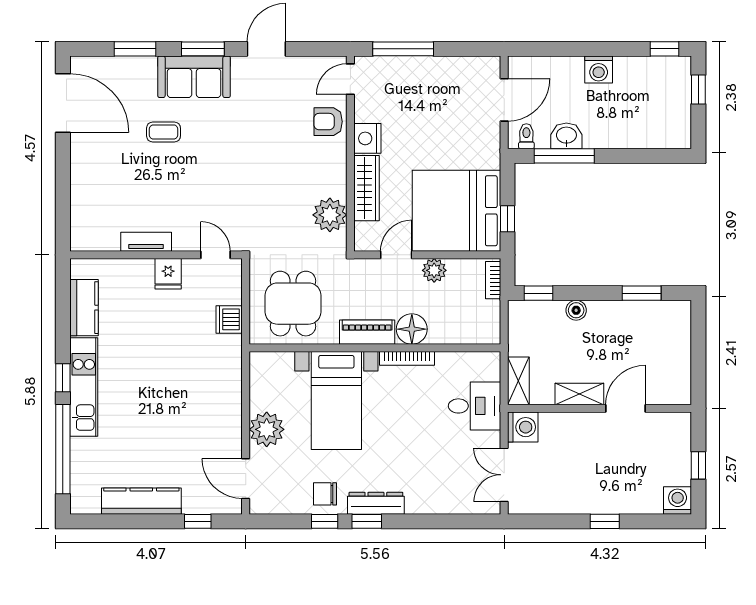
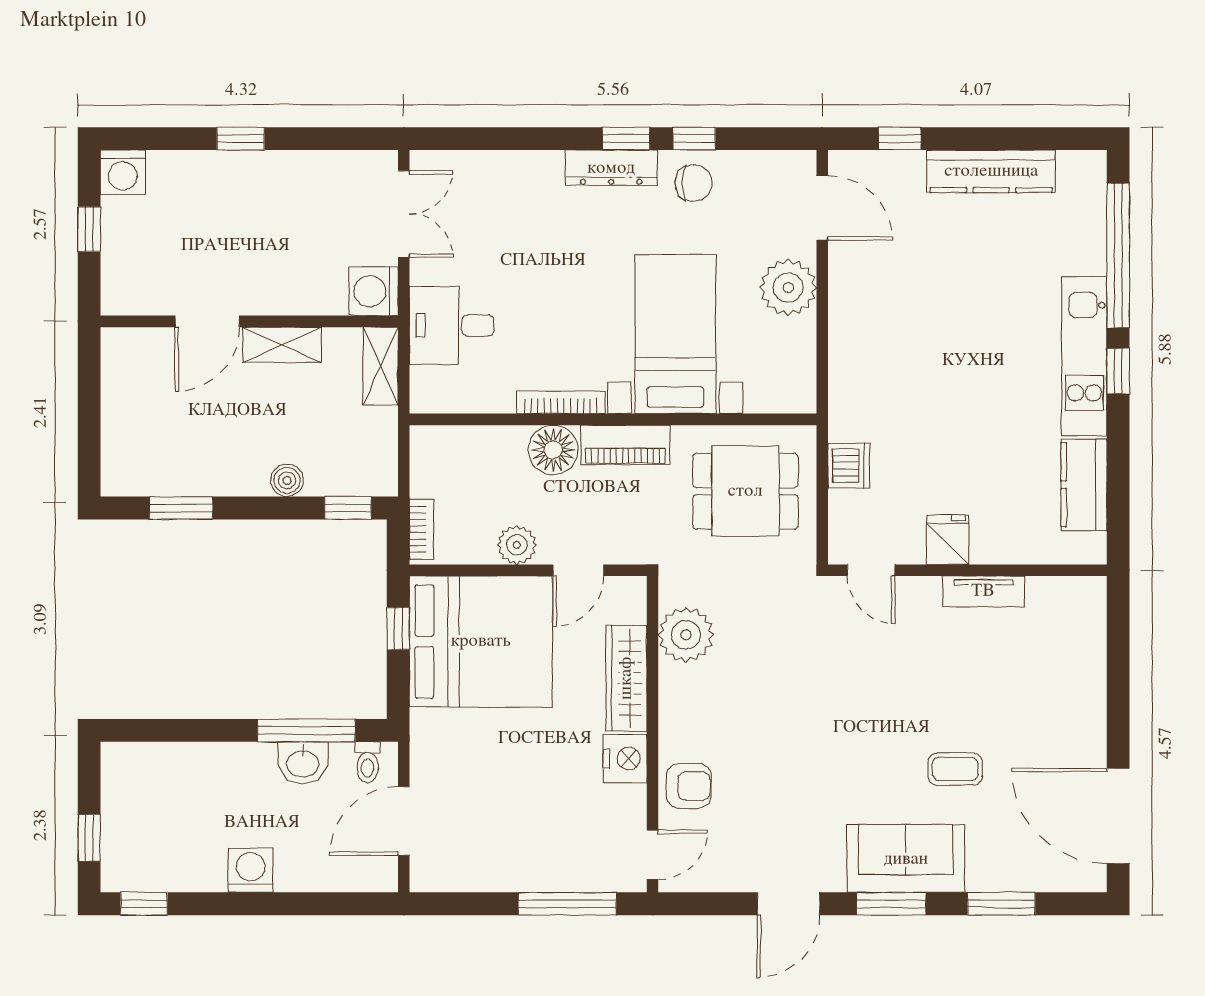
dining table: (293, 304) -> (745, 491), turned 90

